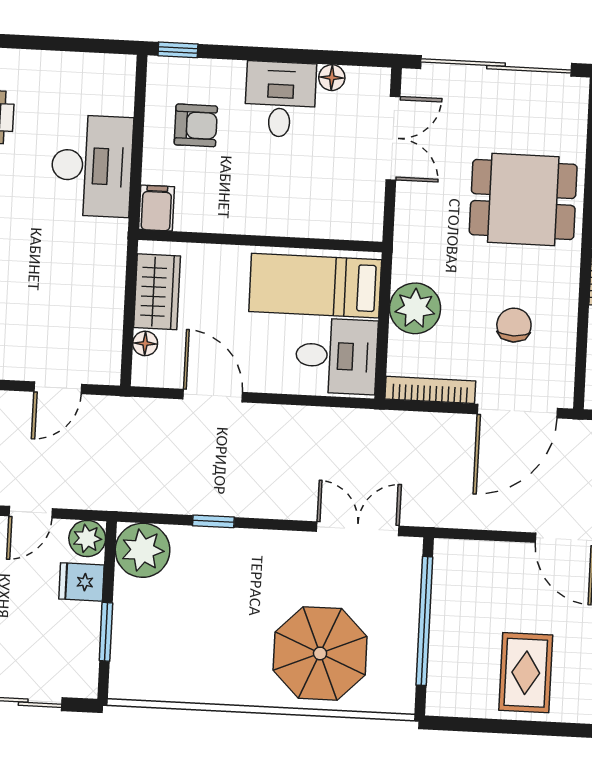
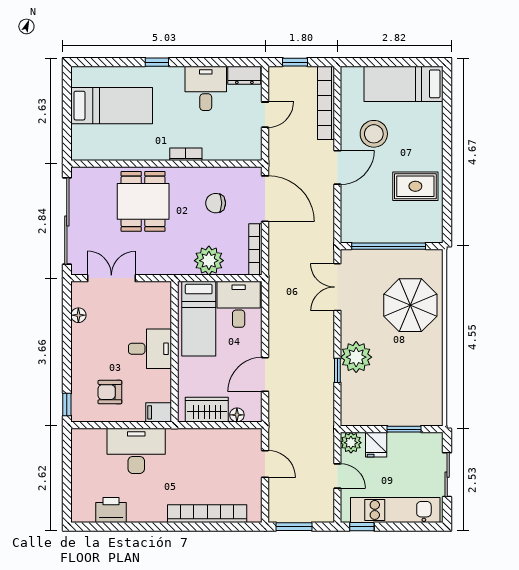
desk: (280, 99) -> (150, 349), moved, turned 180
armchair: (196, 125) -> (110, 392), turned -90
plant: (143, 550) -> (356, 357), moved

